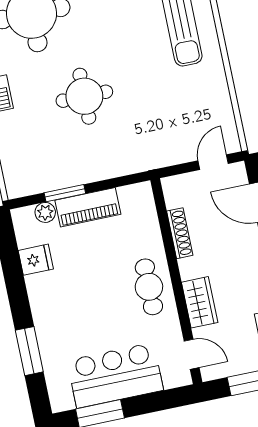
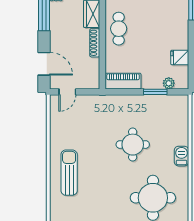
piano: (88, 207) -> (123, 81), moved
shoe rack: (180, 233) -> (95, 43), moved

